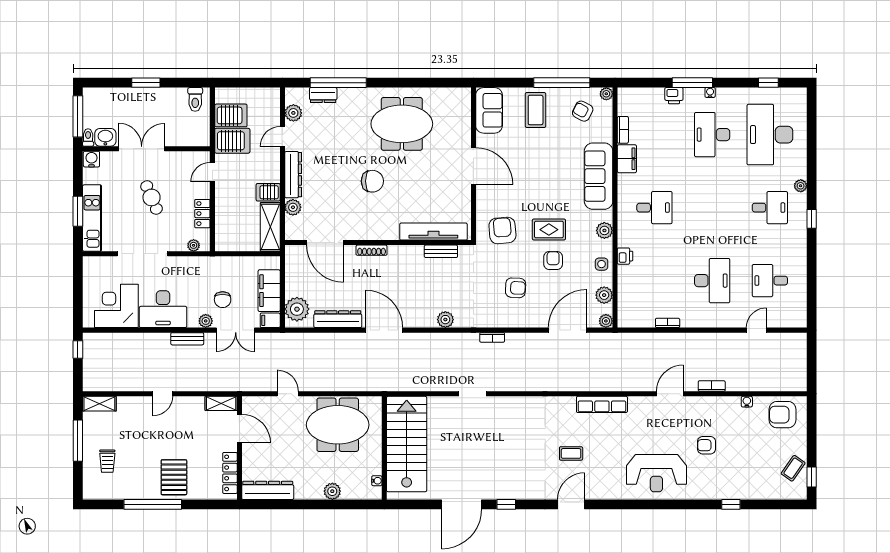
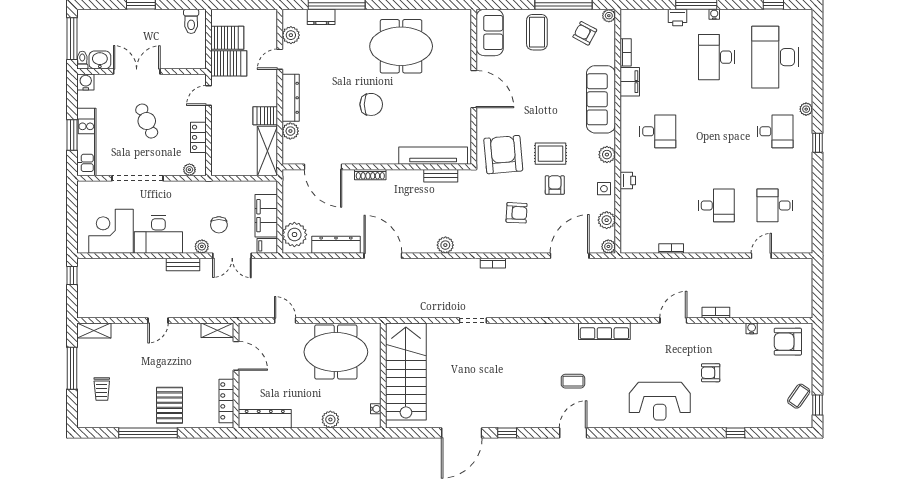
armchair: (502, 230) -> (503, 155), width x1.36, depth x1.36
desk: (712, 281) -> (716, 205), width x0.73

